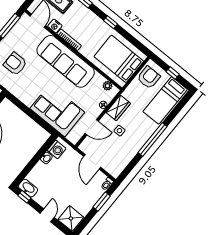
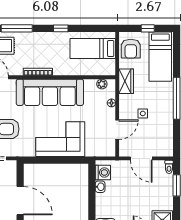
nightstand: (55, 26) -> (16, 70), removed
bed: (119, 59) -> (93, 49), width x0.67
armchair: (149, 77) -> (131, 49), turned 180
wardrobe: (118, 108) -> (126, 81), moved
corner sofa: (57, 110) -> (60, 139), moved

